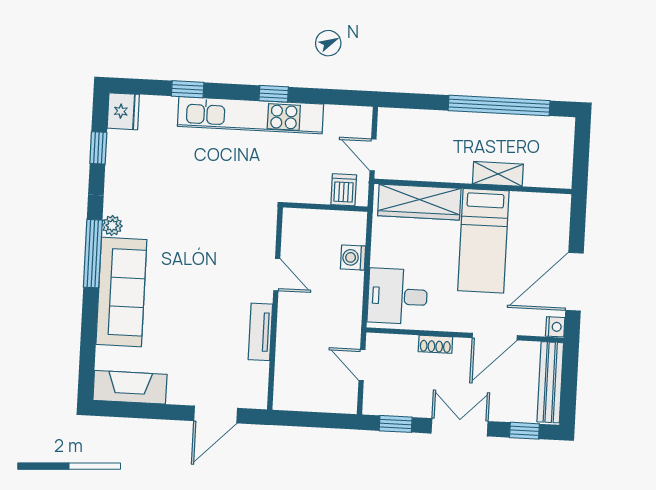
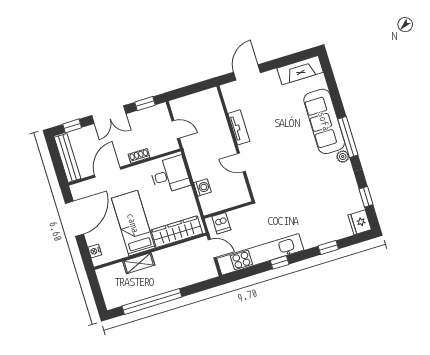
kitchen unit: (251, 115) -> (260, 254), moved
nightstand: (555, 327) -> (95, 251), moved

